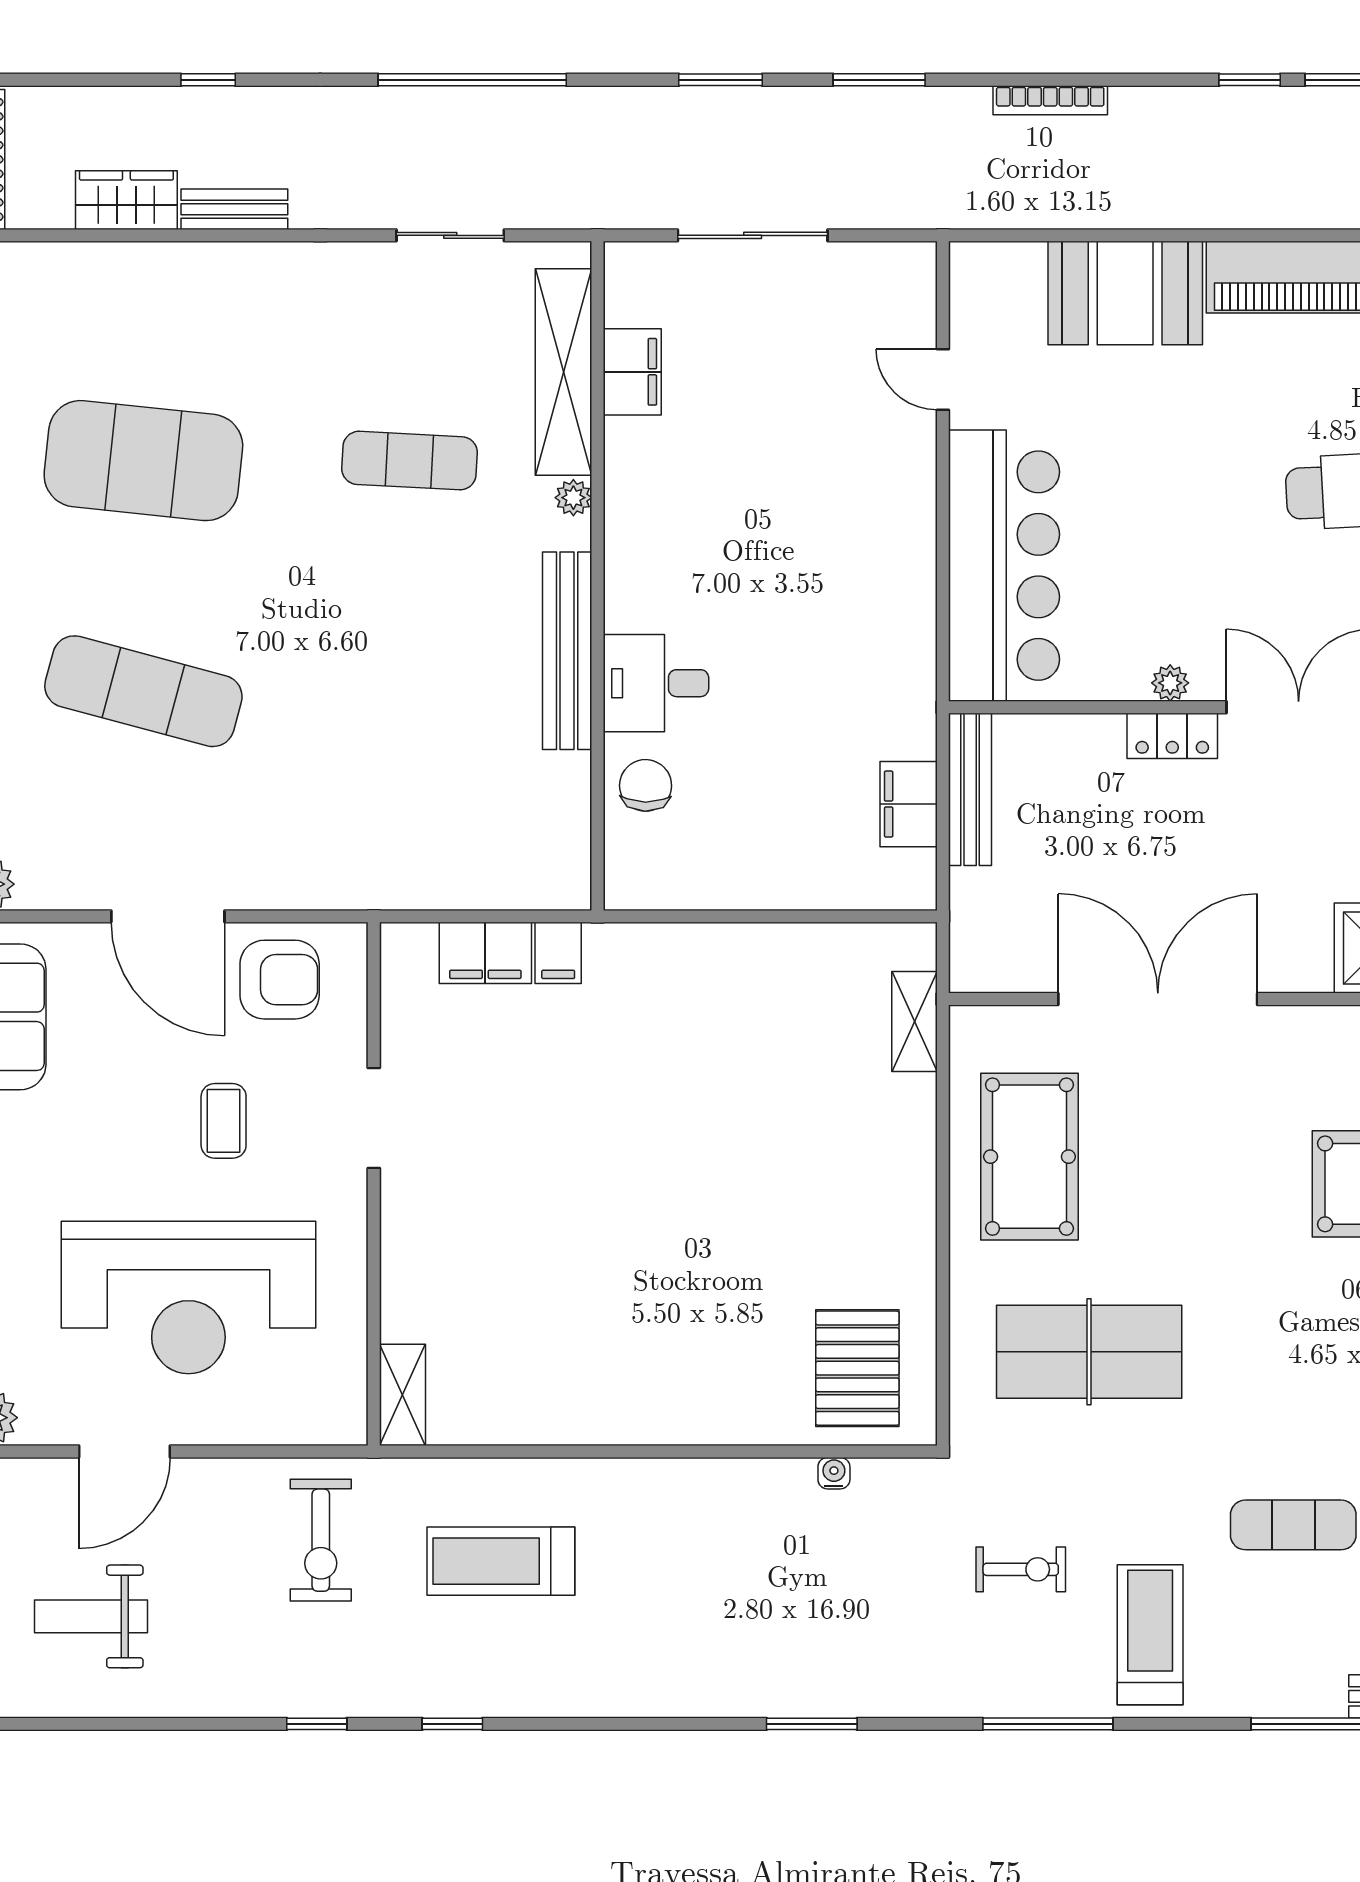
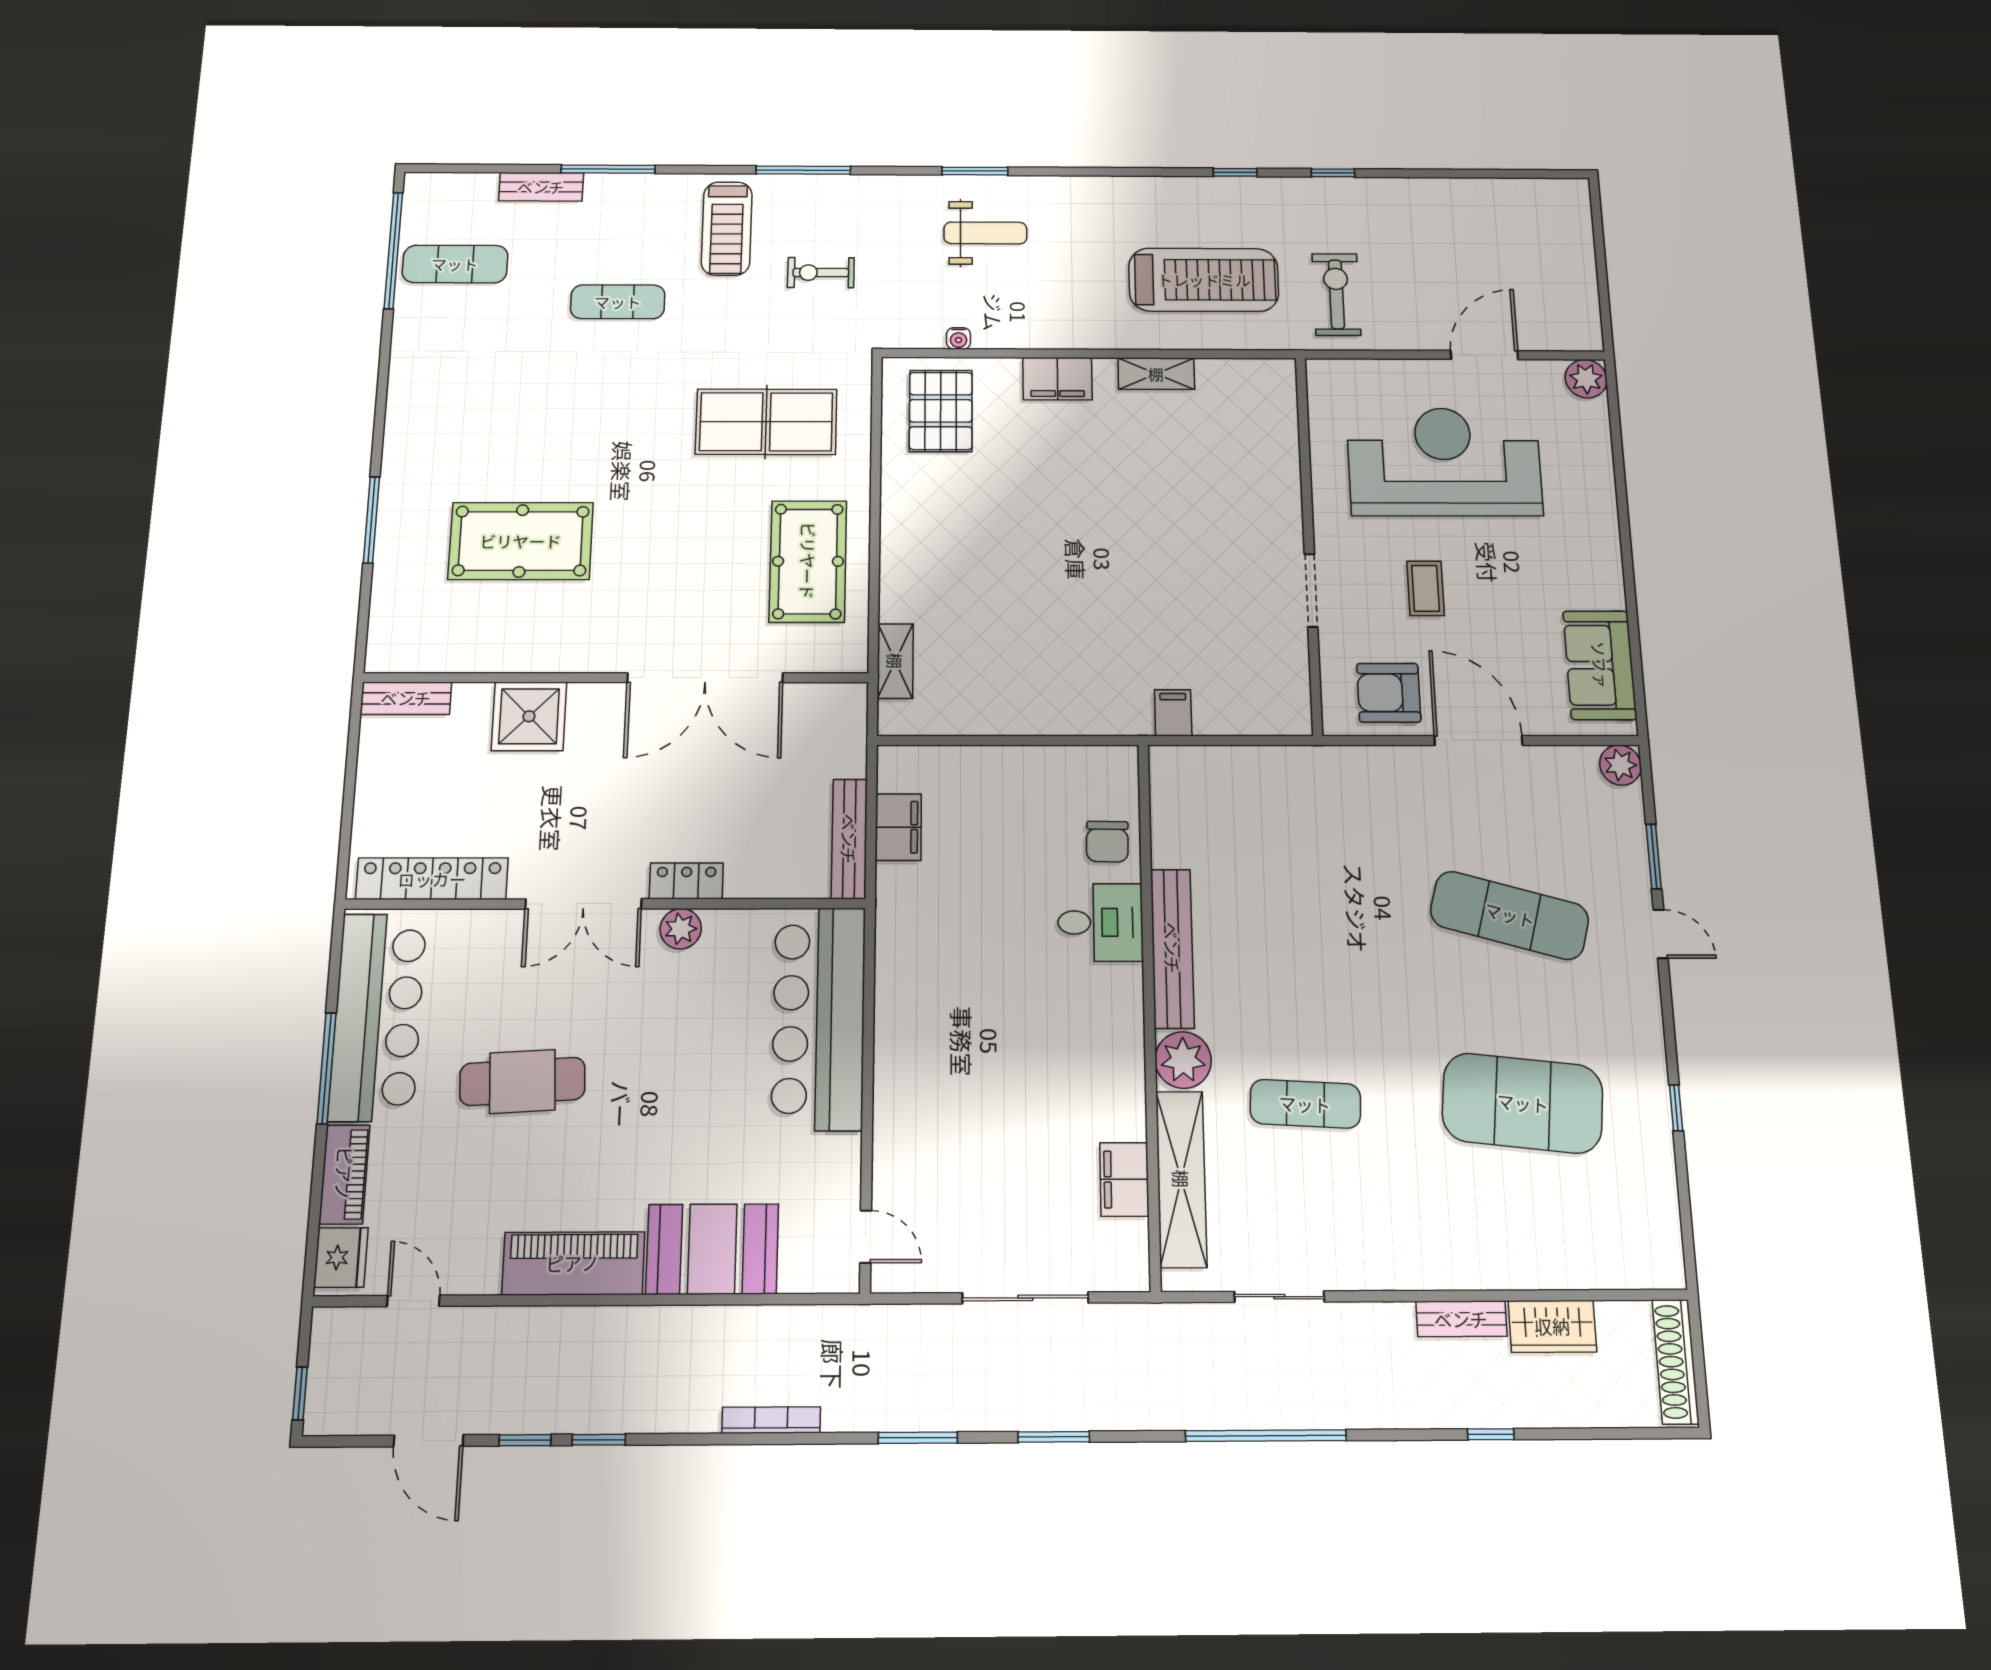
door: (943, 380) -> (866, 1237), moved
plant: (573, 498) -> (1183, 1060), width x1.88, depth x1.88
plant: (1170, 683) -> (681, 929), width x1.38, depth x1.38
filing cabinet: (485, 953) -> (1057, 379), moved, turned 180
shelving: (402, 1395) -> (1156, 374), moved, turned 90
treadmill: (501, 1561) -> (1204, 280), width x1.37, depth x1.38
weight bench: (91, 1616) -> (985, 233), moved

